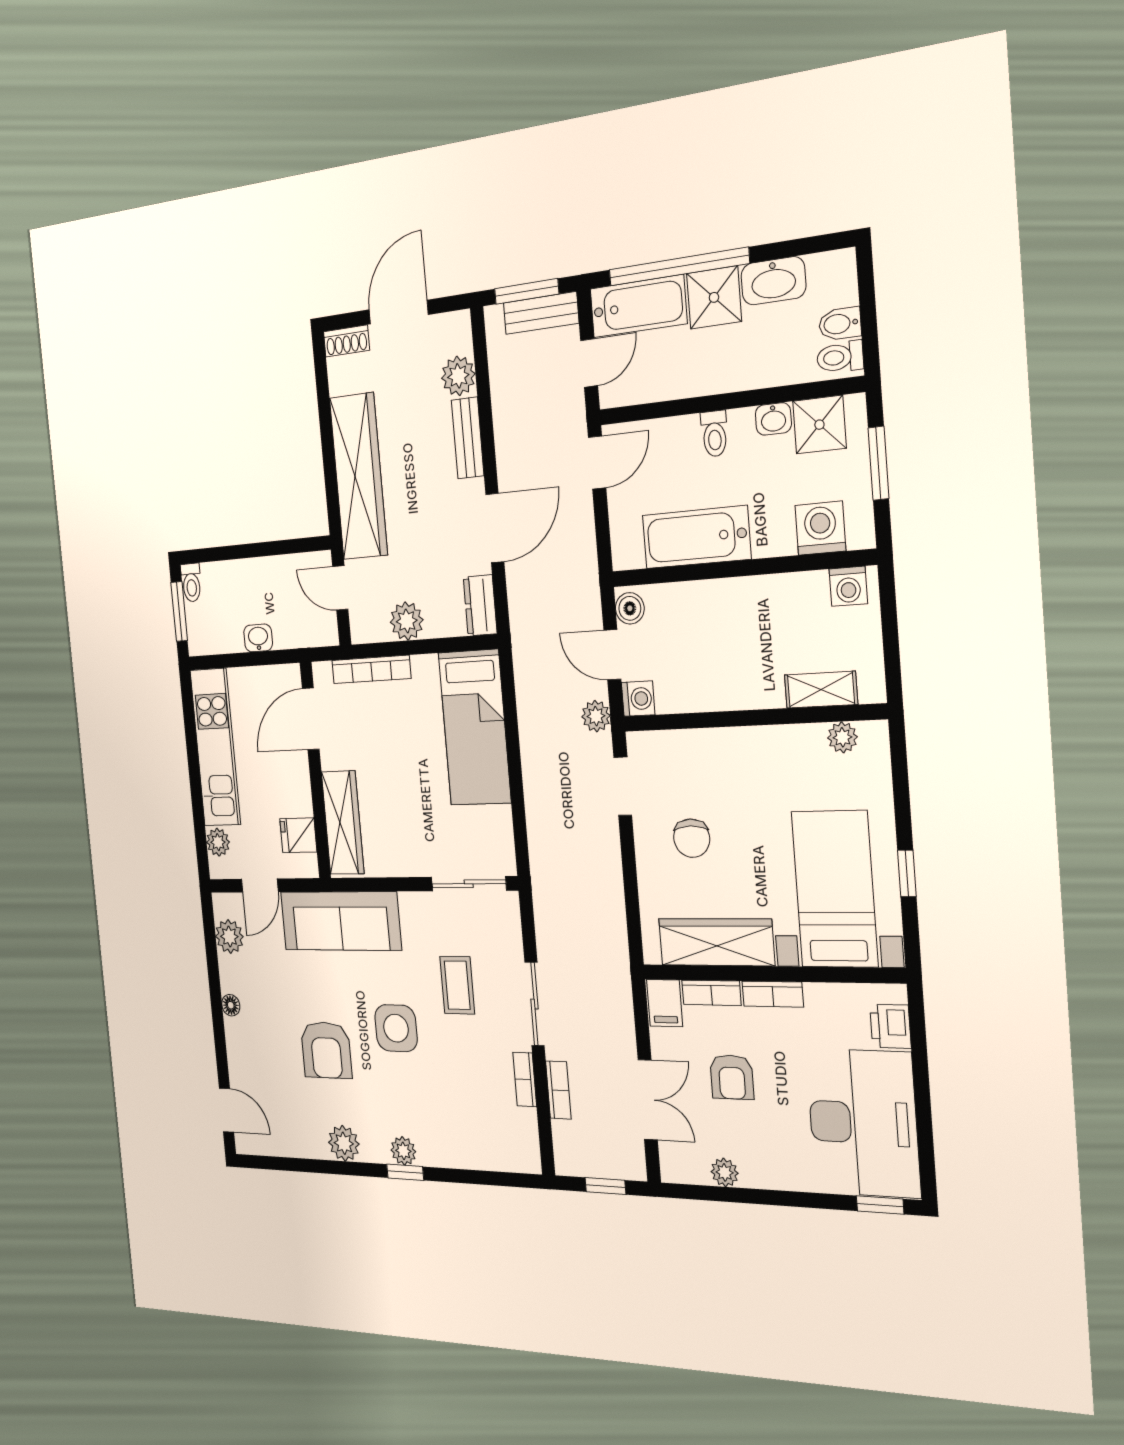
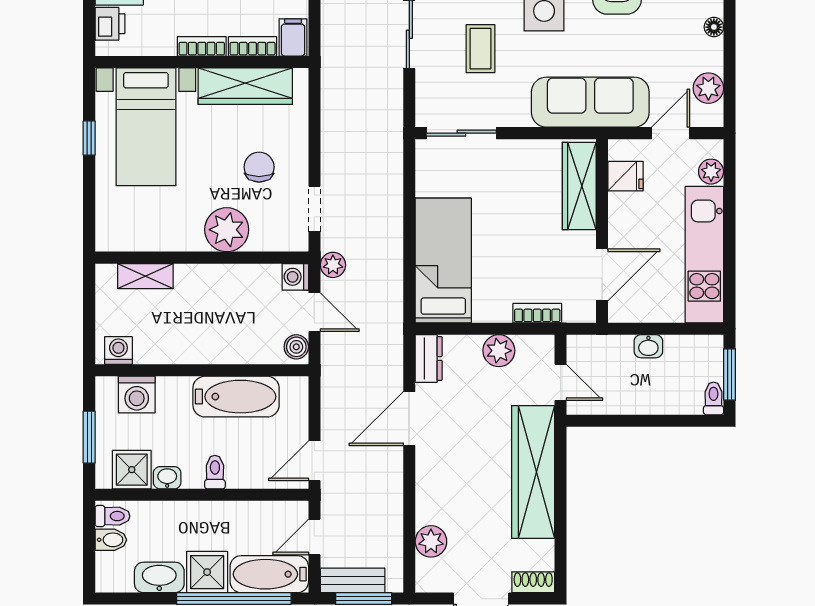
bench: (468, 438) -> (427, 492), removed
bookcase: (371, 669) -> (537, 313), width x0.64
plant: (842, 737) -> (227, 230), moved, width x1.87, depth x1.87

